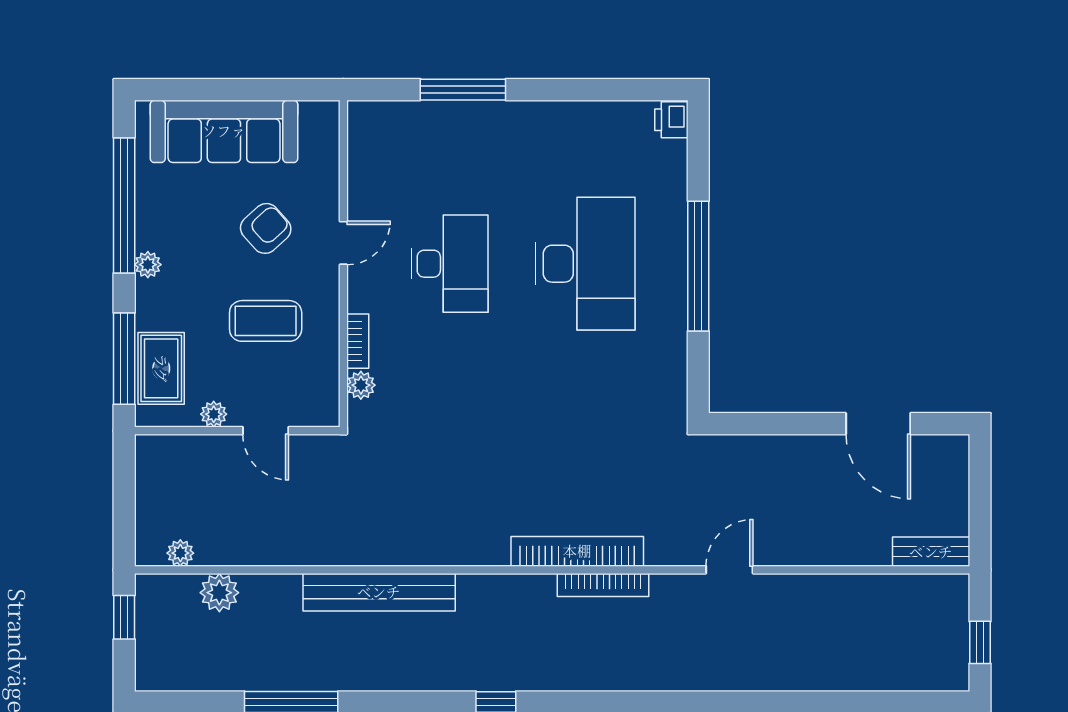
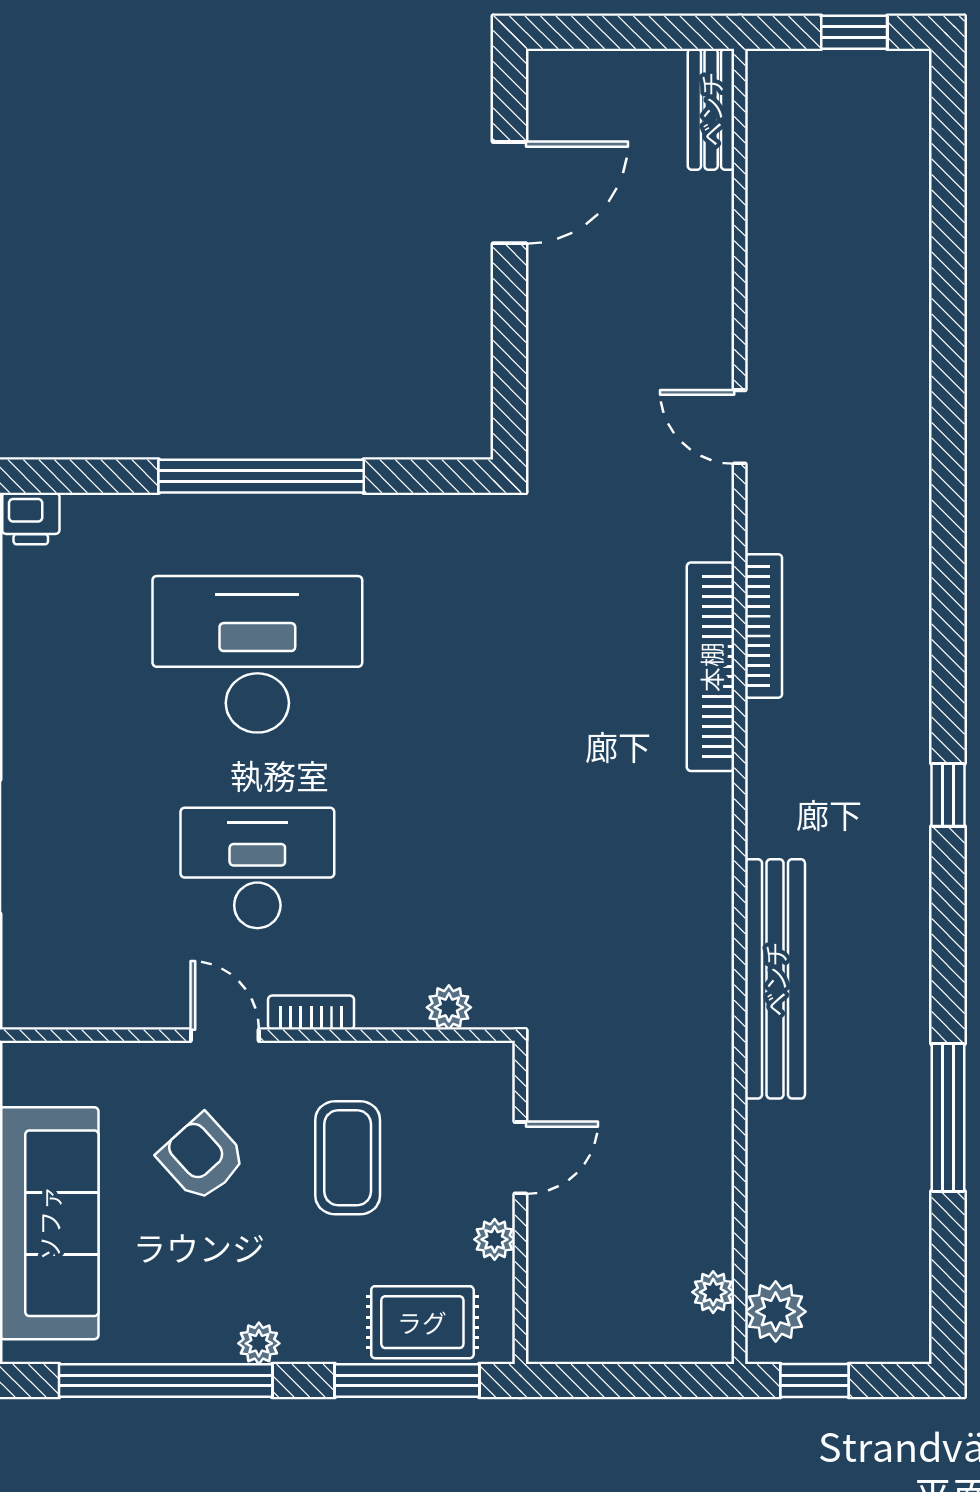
bookcase: (358, 341) -> (311, 1013), moved
plant: (219, 593) -> (776, 1312), moved

